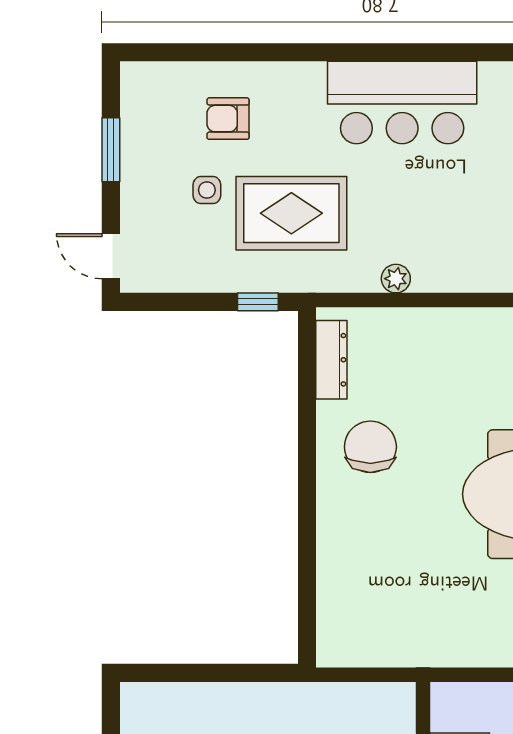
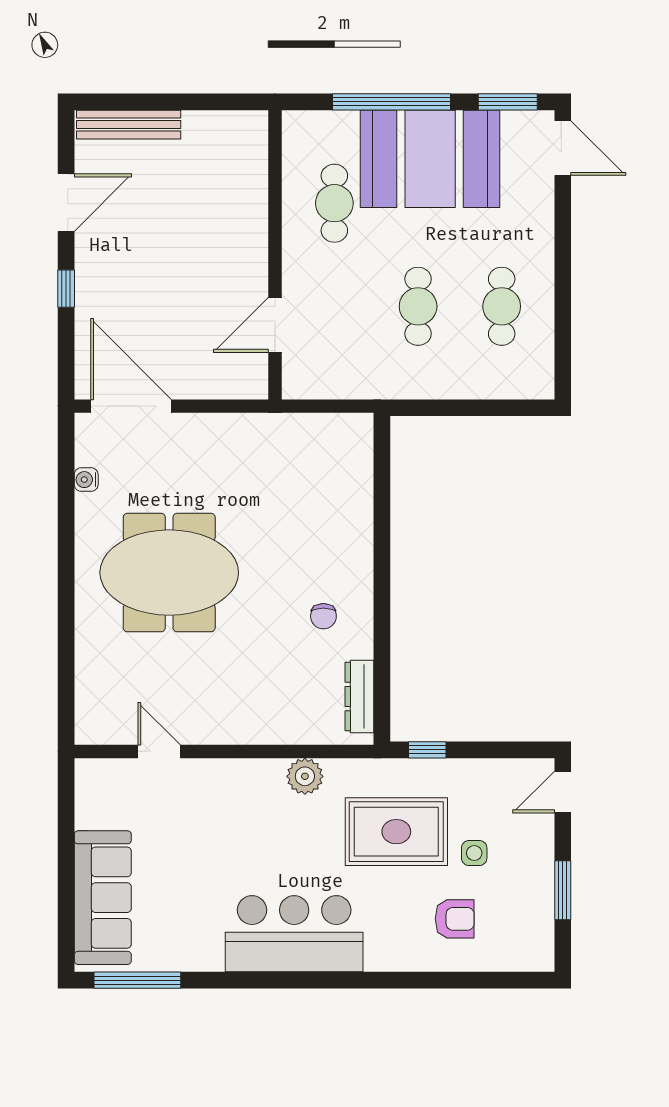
door: (111, 256) -> (563, 792), swing flipped
plant: (396, 279) -> (305, 776), width x1.38, depth x1.38
chair: (370, 447) -> (323, 616), width x0.54, depth x0.54

